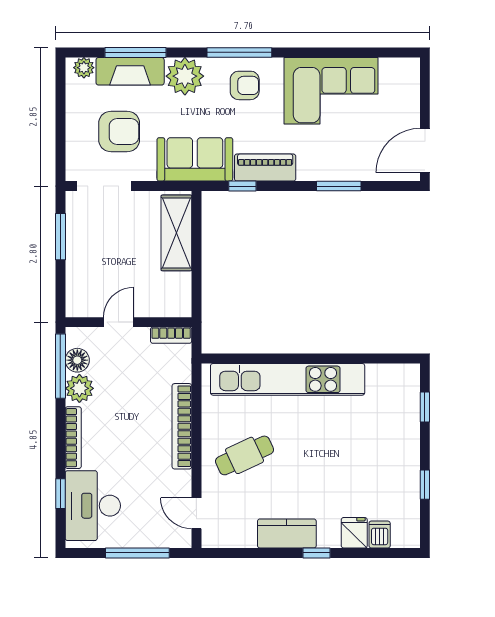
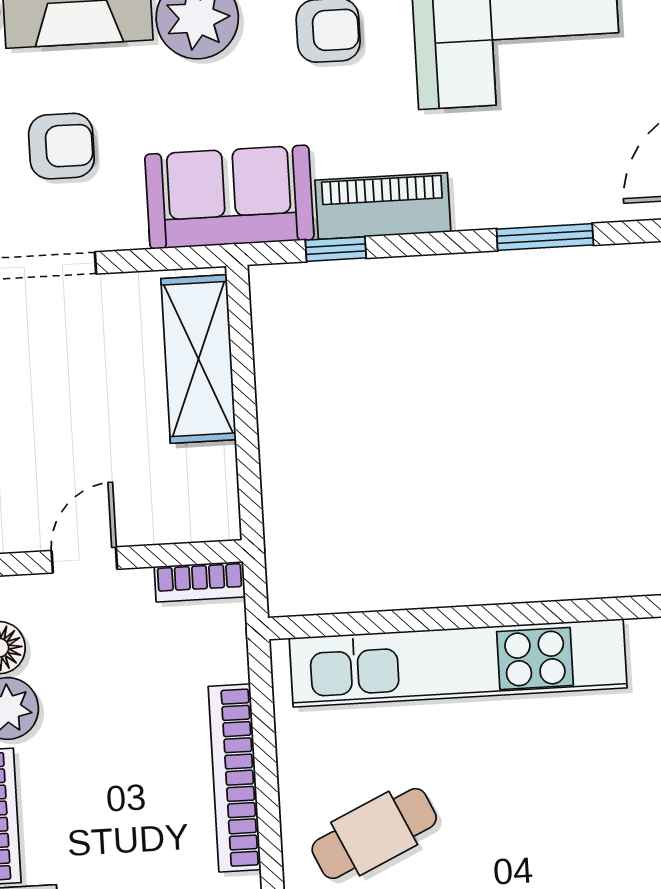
armchair: (119, 131) -> (61, 146), width x0.72, depth x0.72

